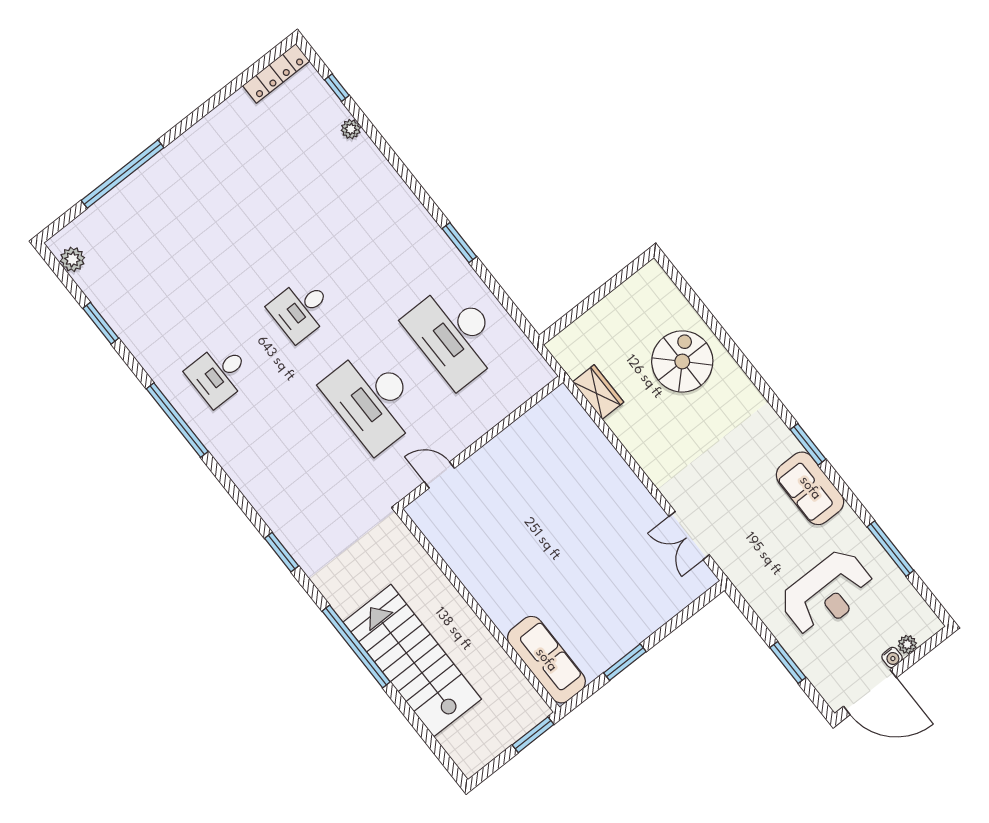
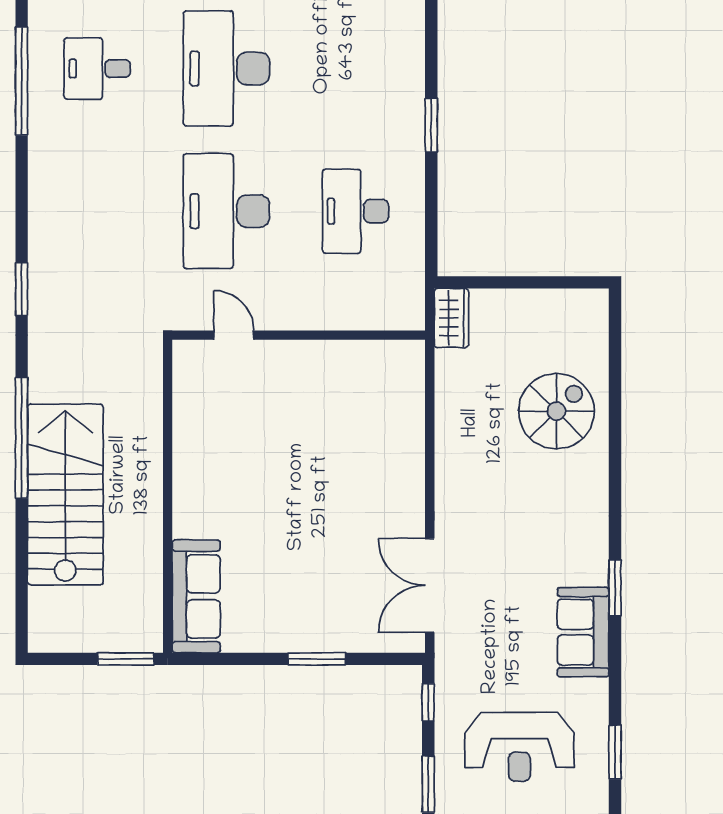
desk: (301, 309) -> (226, 69), width x1.87, depth x1.30
desk: (454, 335) -> (356, 211), width x0.73, depth x0.77
wardrobe: (598, 392) -> (451, 318), moved
double door: (689, 536) -> (430, 585), width x1.37
window: (890, 549) -> (615, 752), width x0.69
window: (747, 611) -> (428, 702), added
window: (625, 662) -> (317, 659), moved

